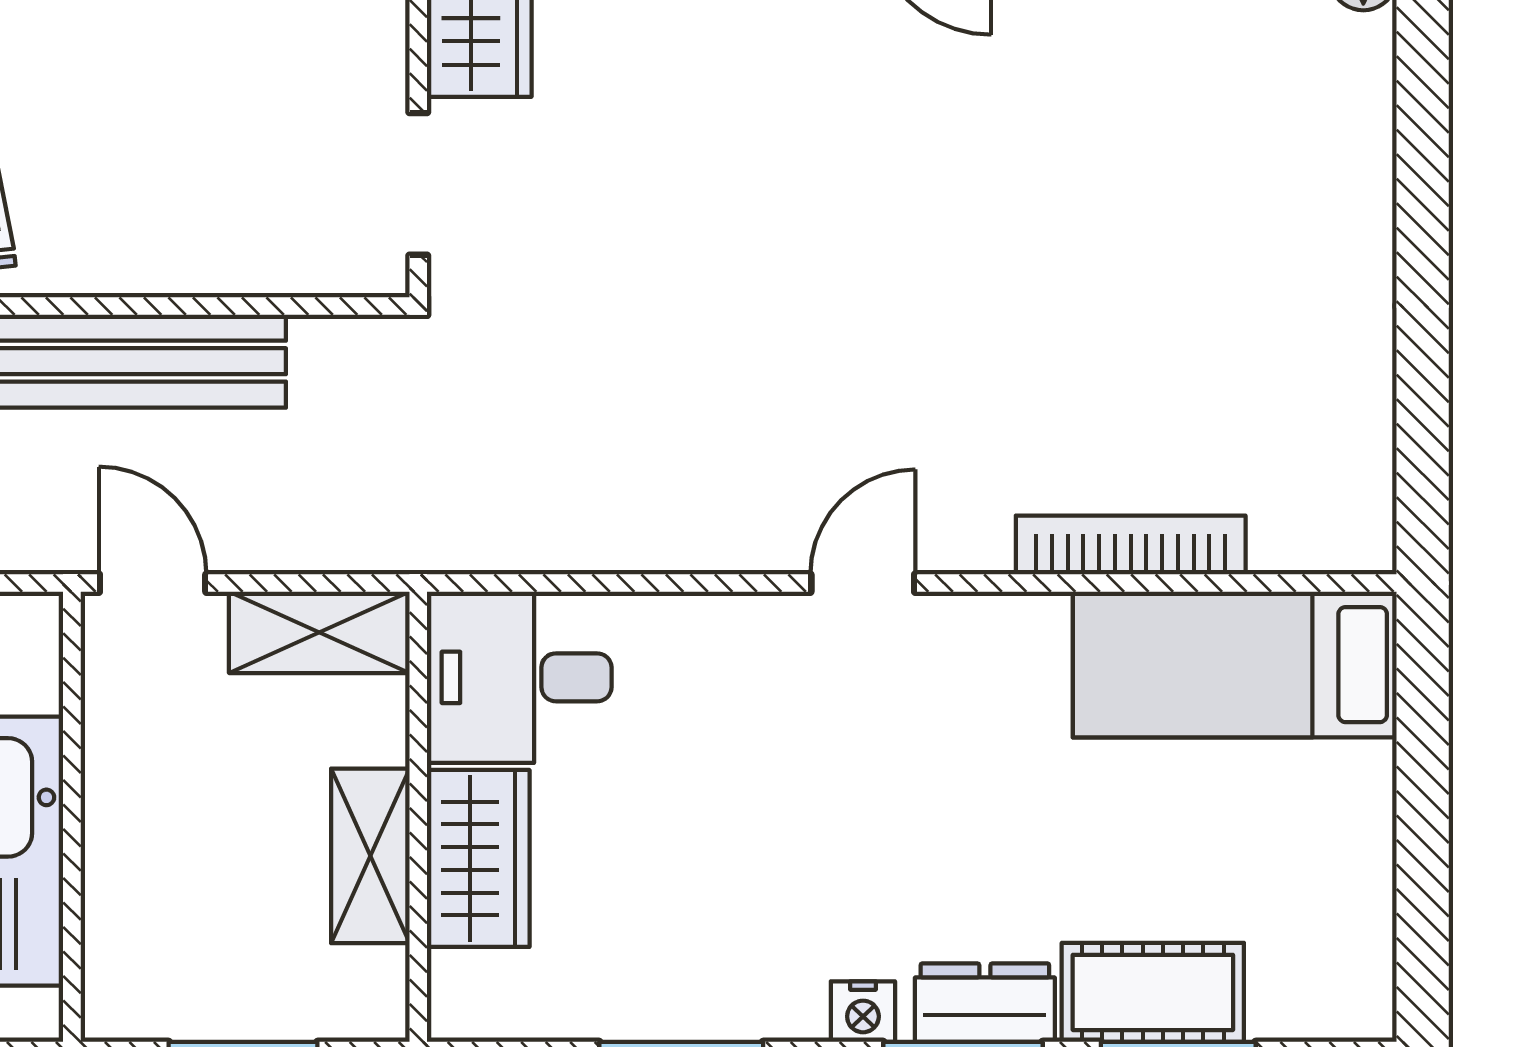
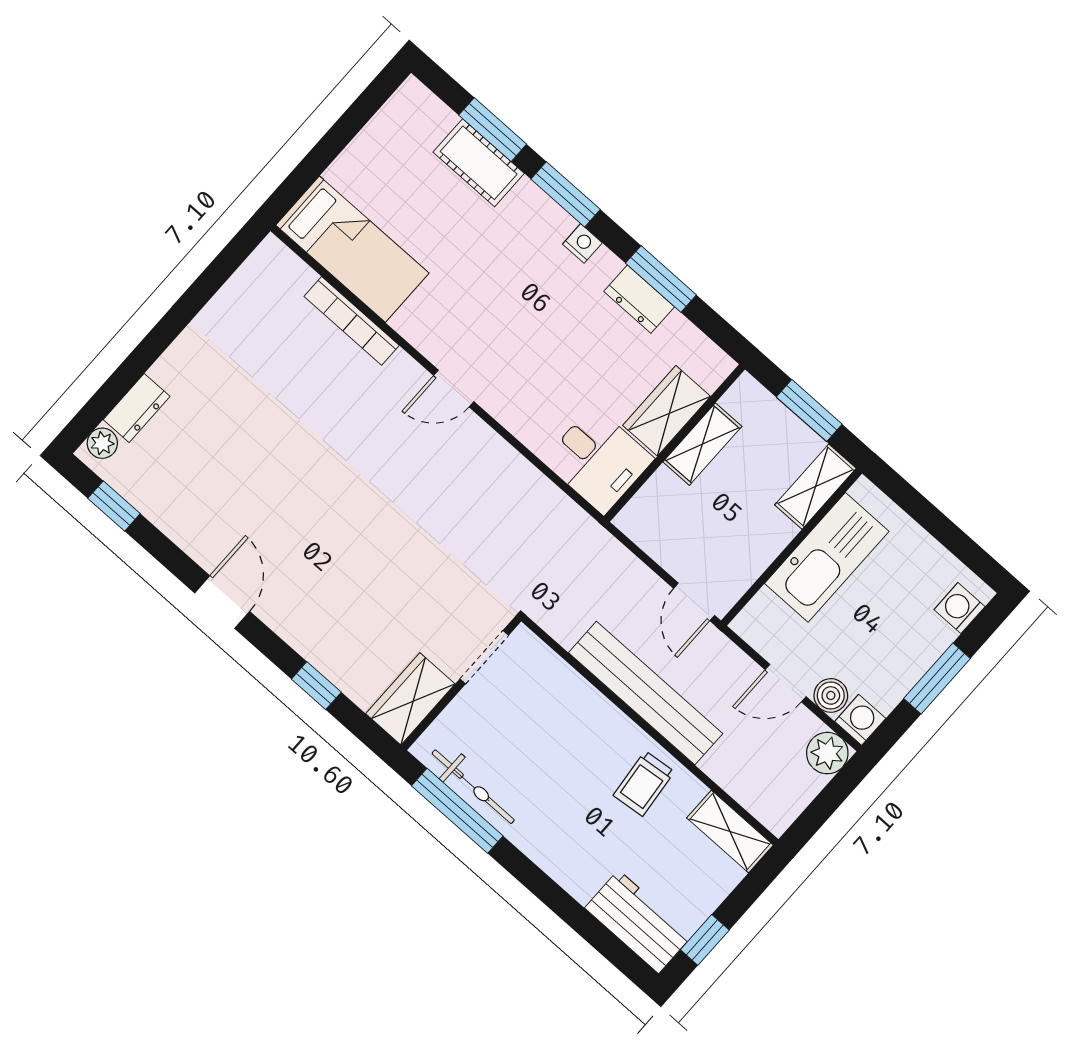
dresser: (1358, 85) -> (137, 408), added
shelving: (319, 632) -> (815, 487), moved, turned 90
dresser: (985, 1003) -> (639, 299), moved

